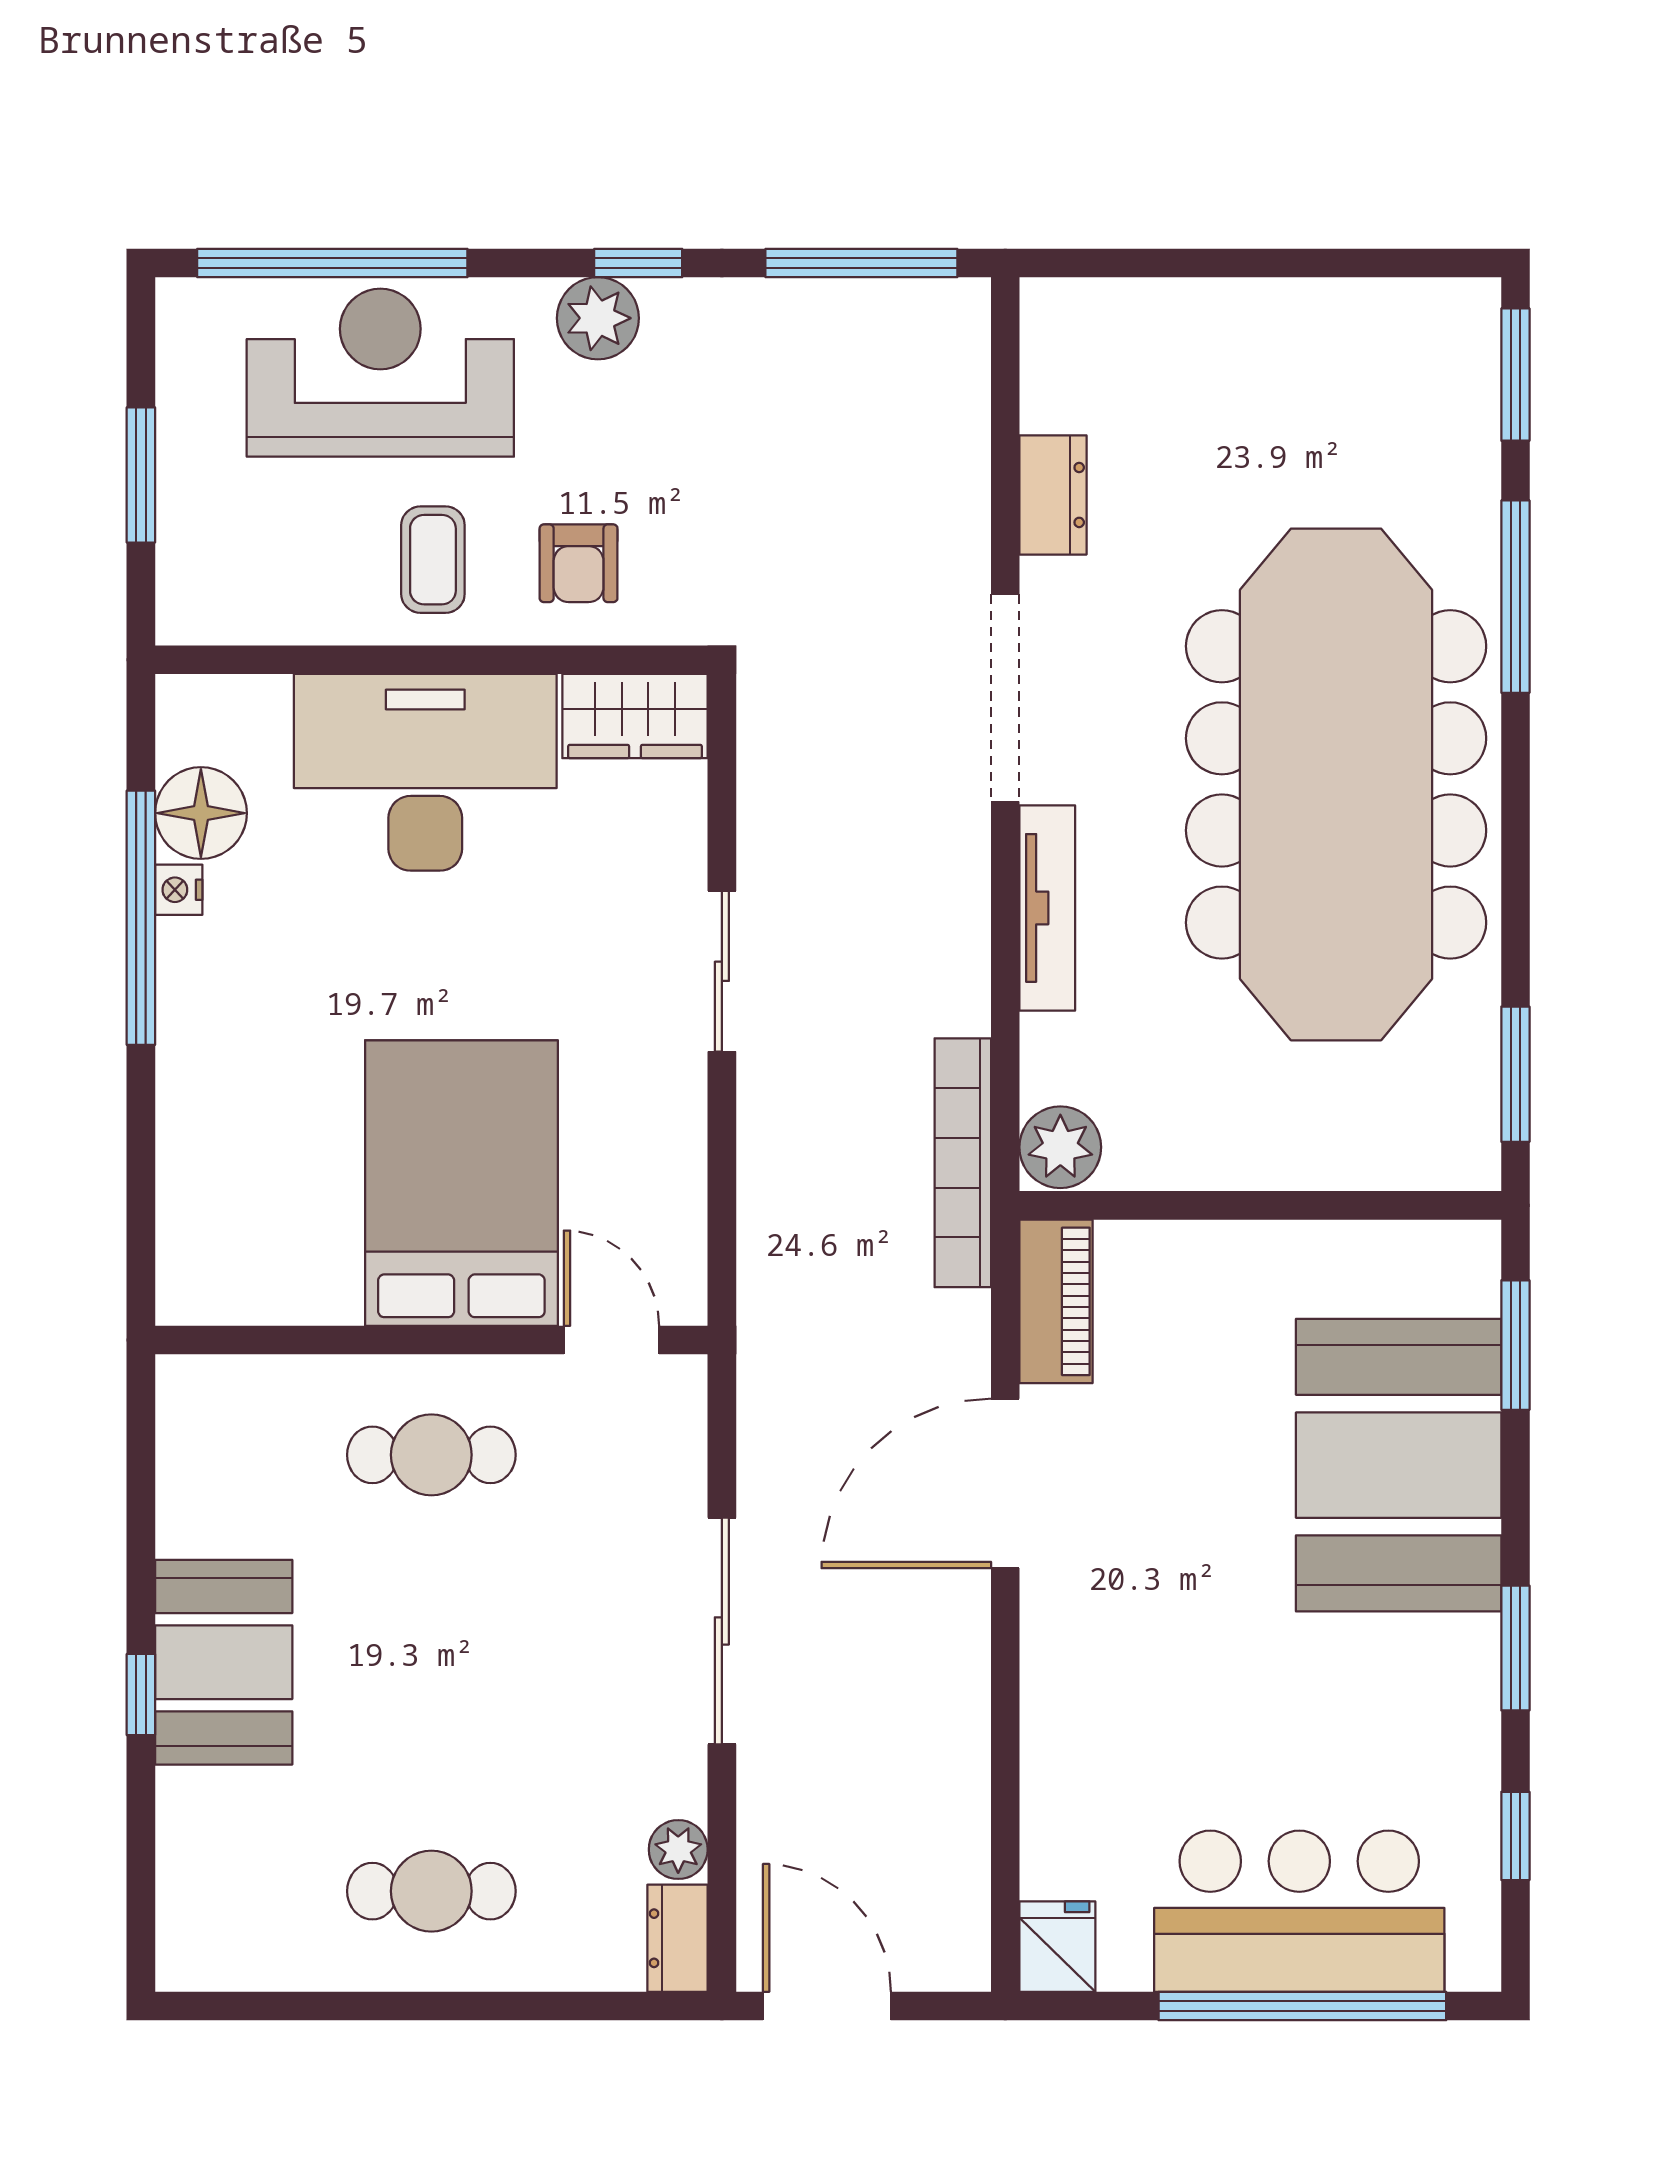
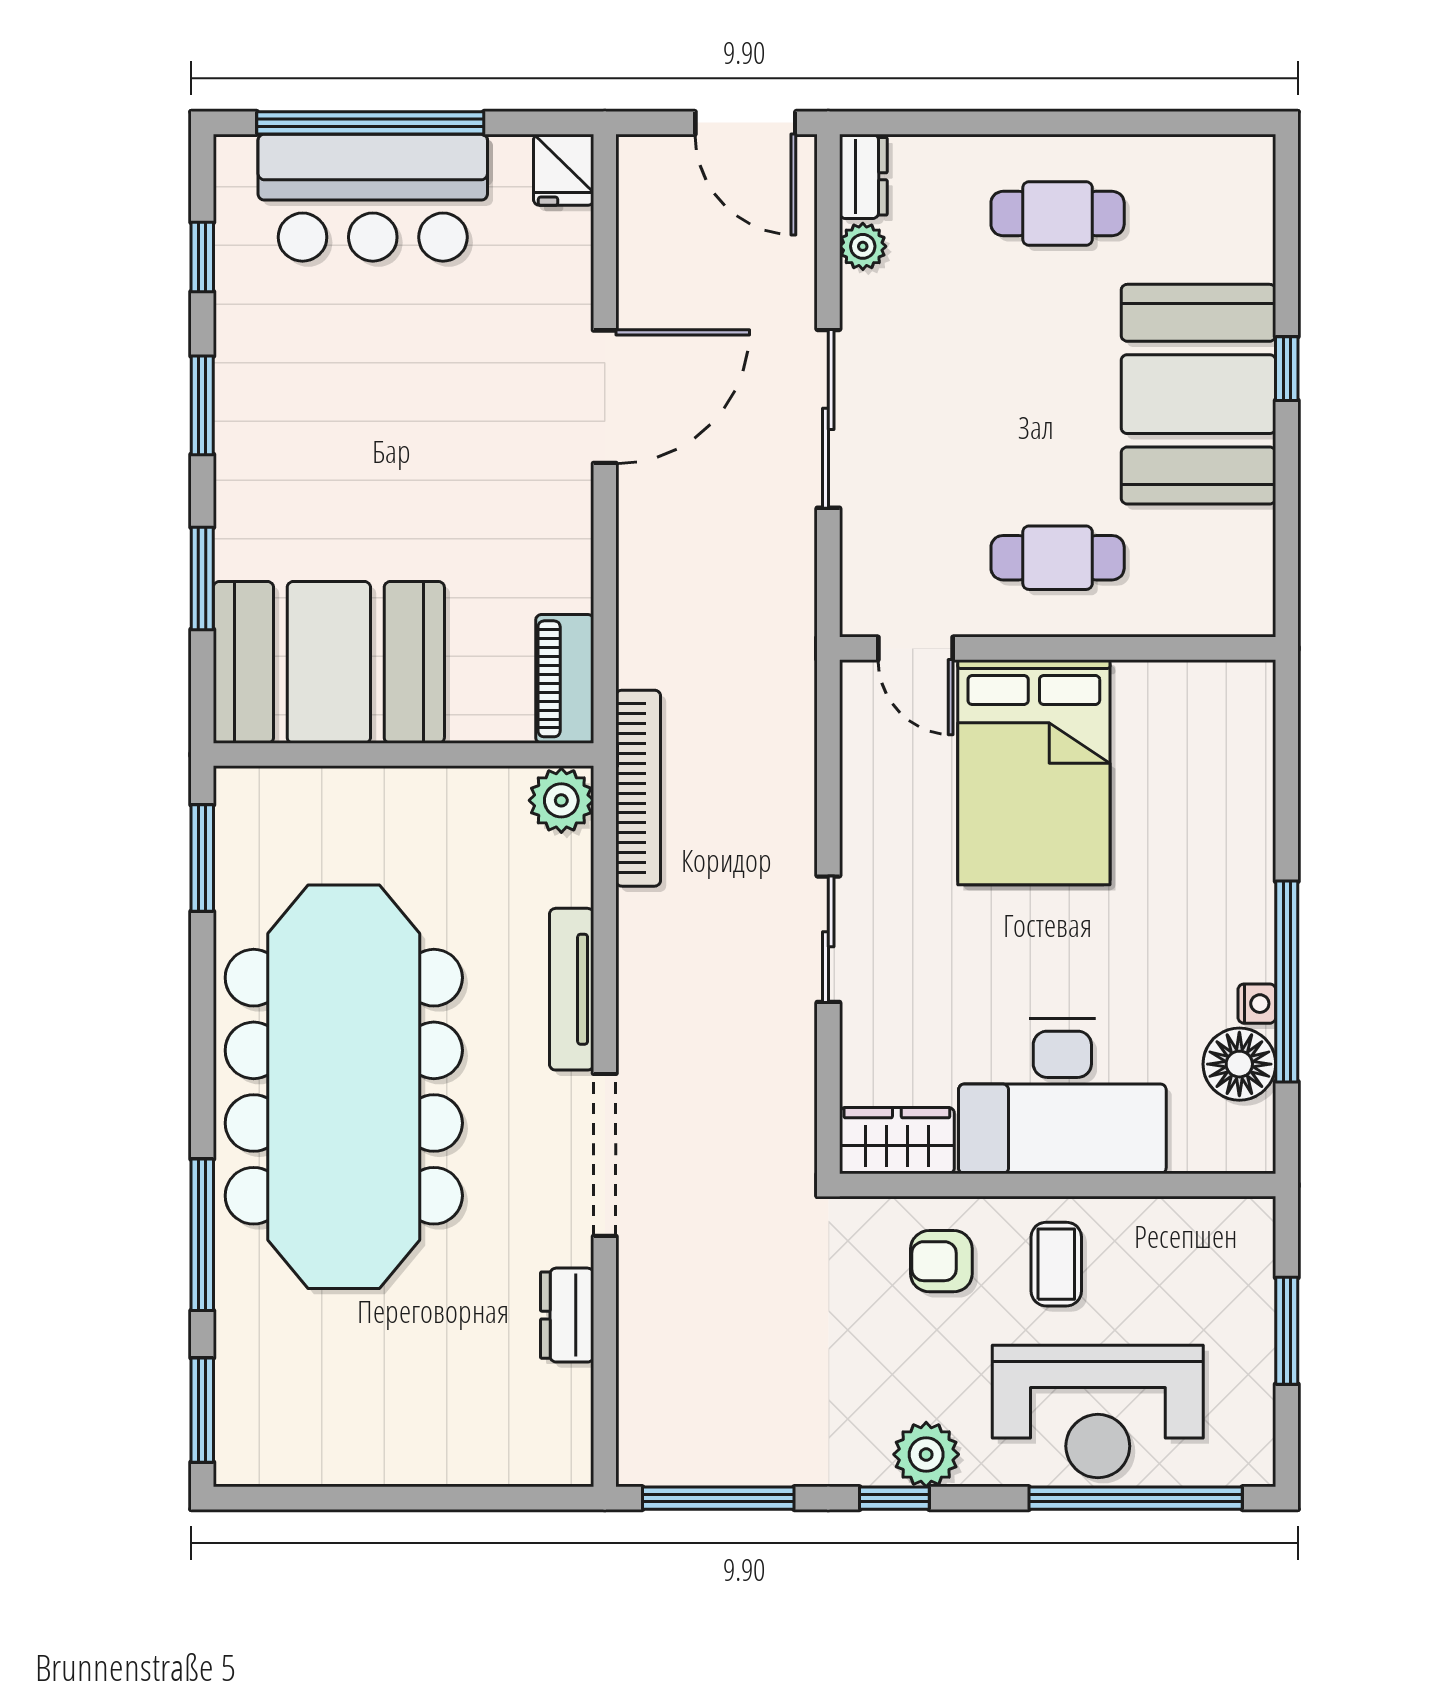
armchair: (579, 563) -> (941, 1261), turned -90
window: (1515, 1345) -> (202, 578), moved
booth: (1399, 1465) -> (329, 662), moved, turned 90
door: (1005, 1483) -> (605, 397), moved
booth: (224, 1662) -> (1198, 394), width x1.36, depth x1.42

